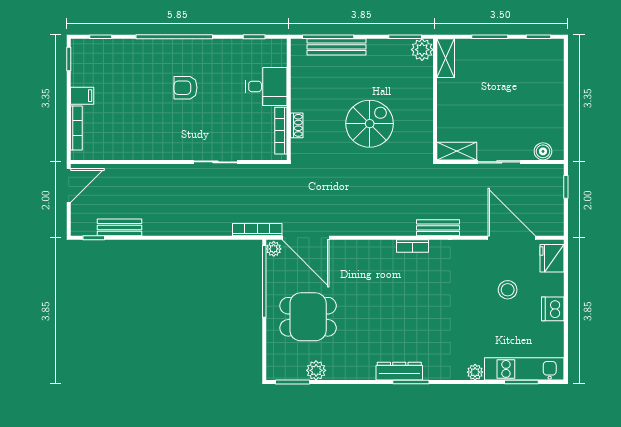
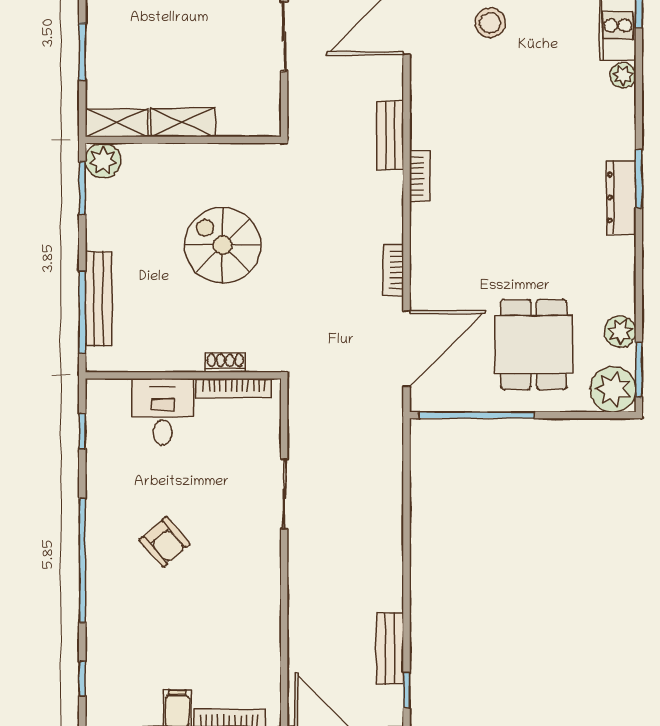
armchair: (186, 88) -> (165, 542), turned -41
shelving: (457, 151) -> (183, 122), moved, turned 90
bookcase: (257, 230) -> (393, 270), moved, width x0.64
plant: (274, 249) -> (613, 389), moved, width x1.87, depth x1.87

